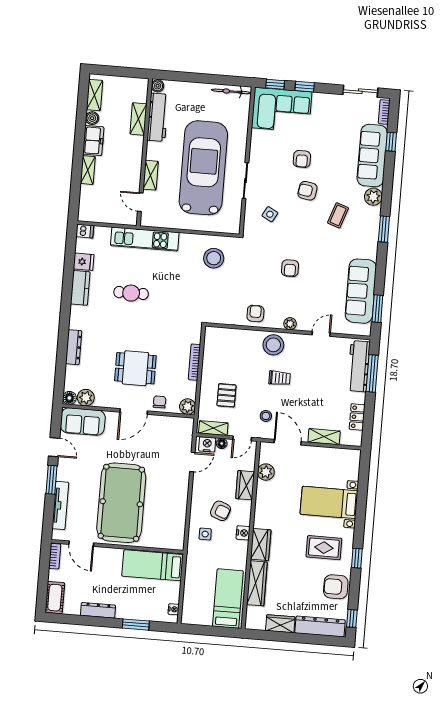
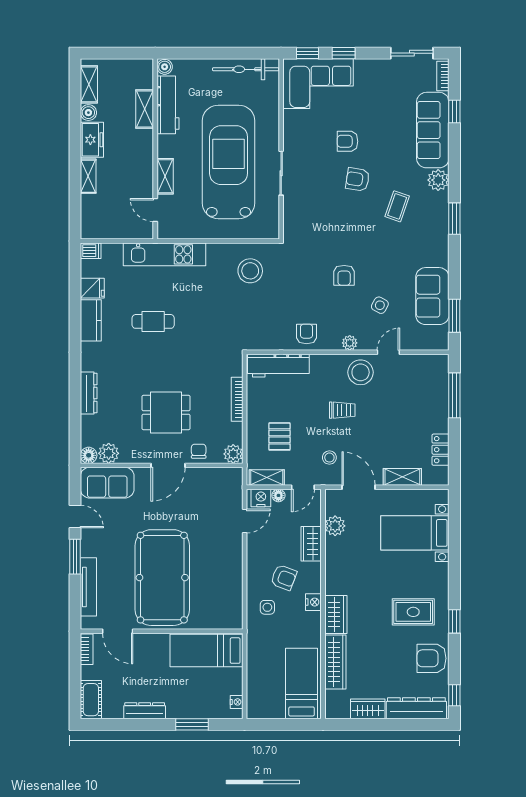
bicycle: (231, 91) -> (246, 69), width x1.37, depth x1.40
armchair: (302, 159) -> (348, 141), turned 90
side table: (270, 214) -> (380, 305), moved
sofa: (361, 291) -> (432, 296), width x0.73
stool: (273, 345) -> (361, 372), moved
workbench: (359, 366) -> (278, 366), moved, turned -90
bed with nightstands: (329, 502) -> (415, 533), moved

